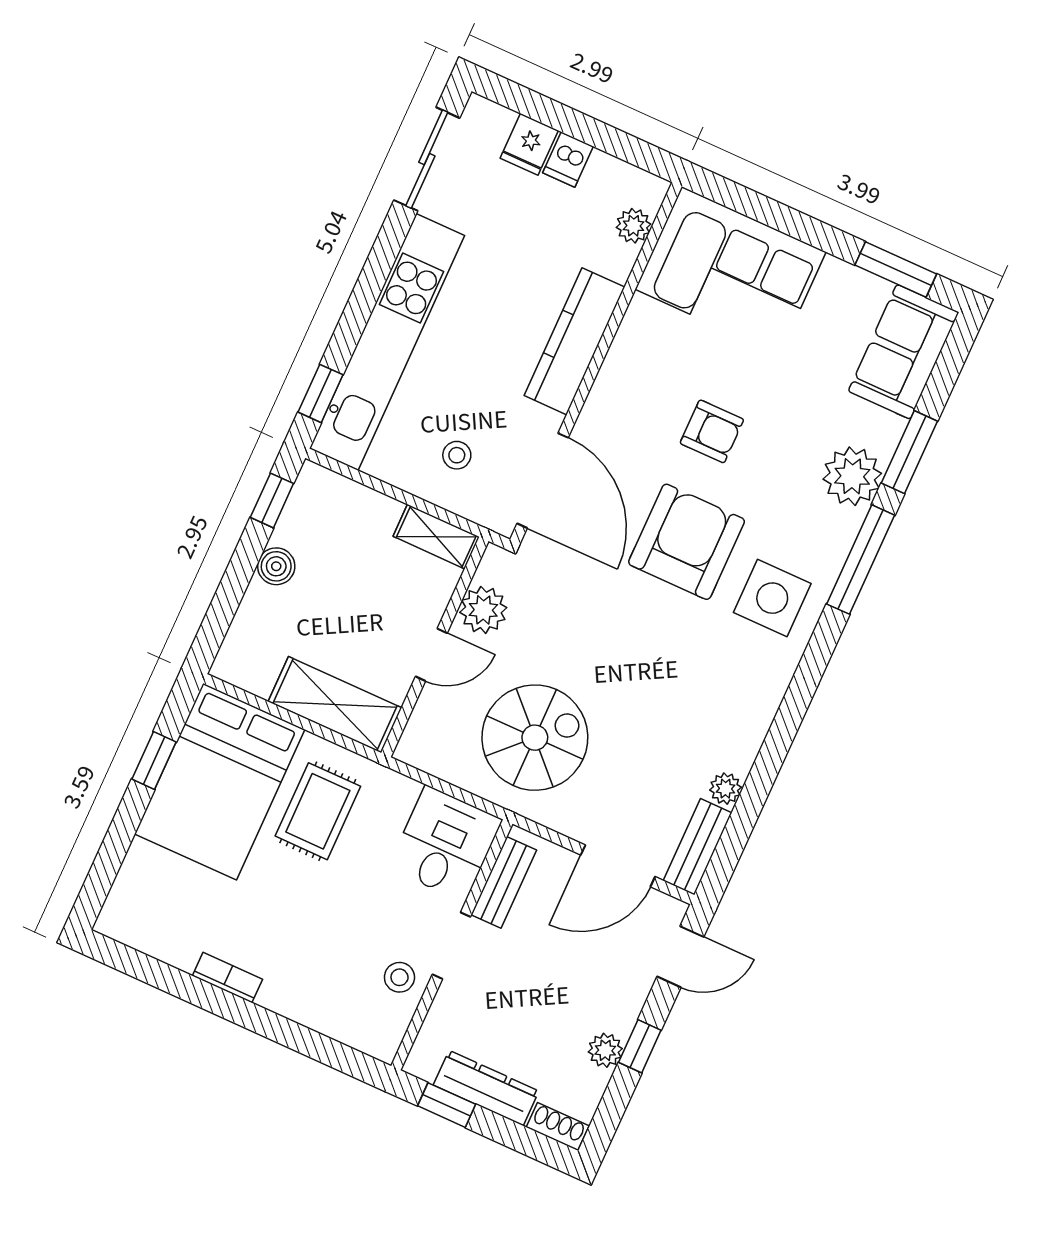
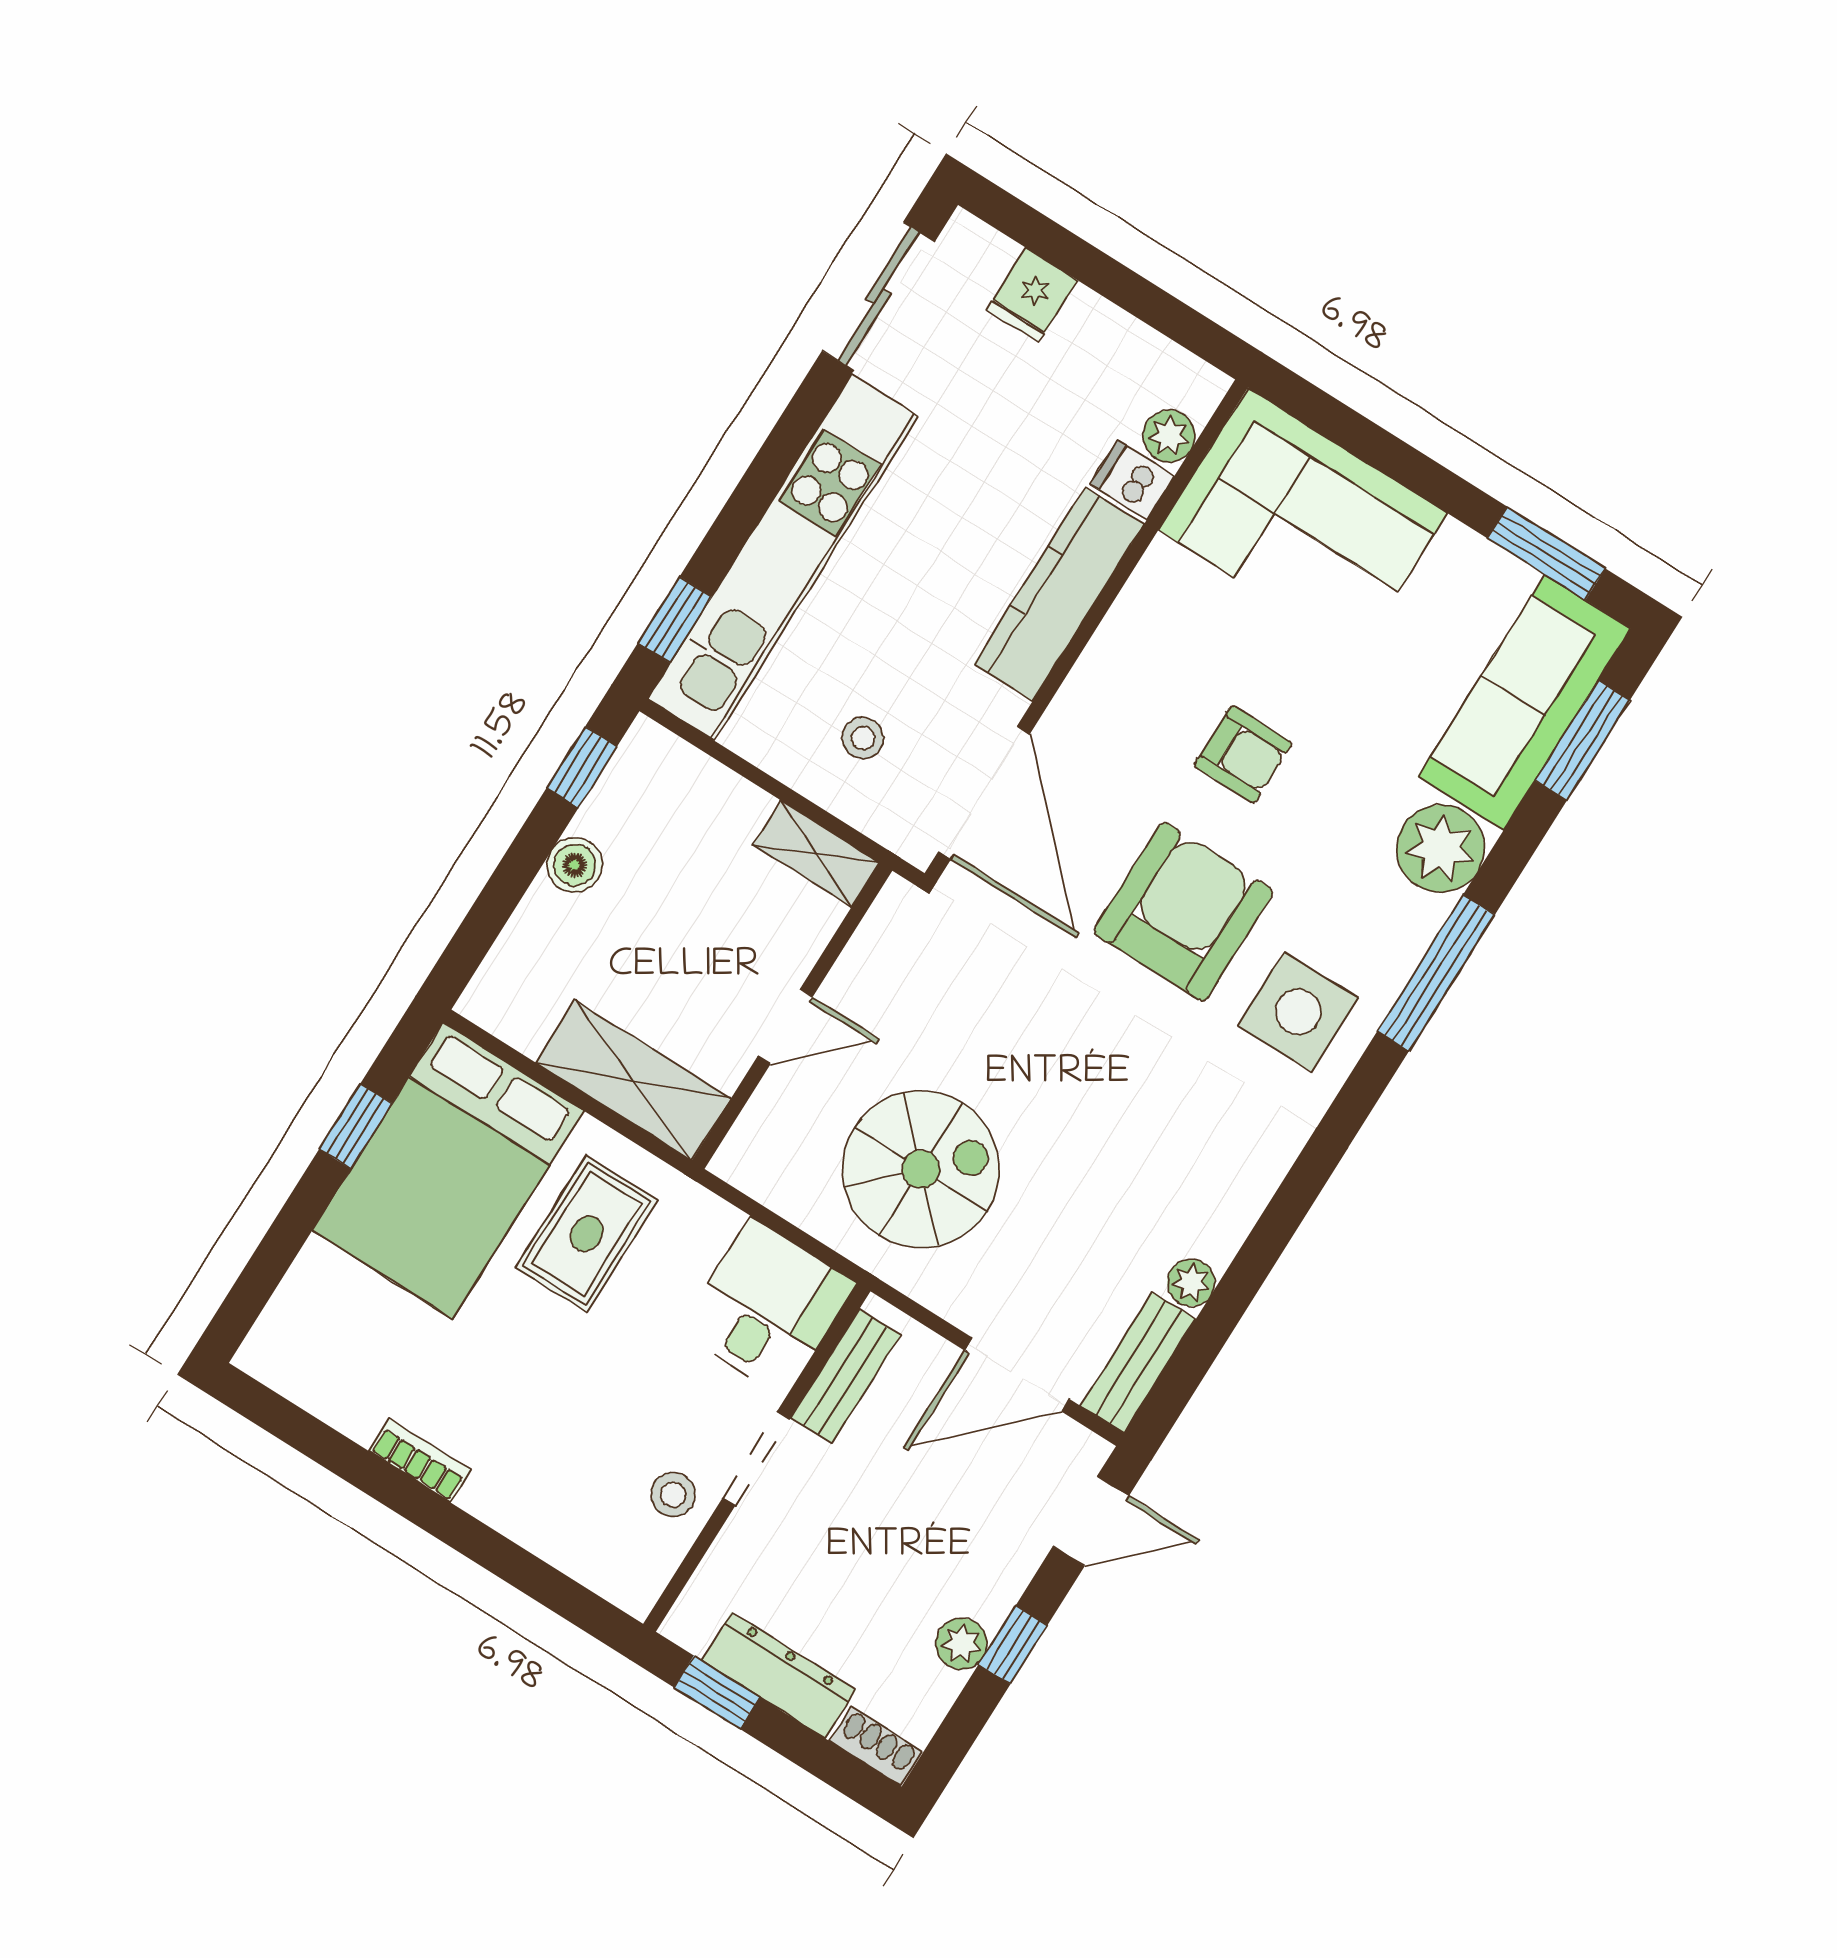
dishwasher: (568, 160) -> (1132, 480), moved, turned 90
sofa: (904, 352) -> (1524, 703), width x1.36
window: (909, 452) -> (1583, 740), moved
plant: (483, 610) -> (871, 971), removed

